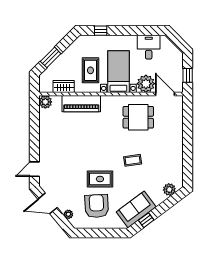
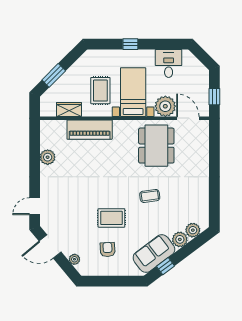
window: (101, 31) -> (130, 44), moved
plant: (45, 102) -> (48, 157), moved
dining table: (138, 117) -> (156, 146), width x1.38
plant: (158, 197) -> (180, 239), added
armchair: (97, 206) -> (108, 249), width x0.53, depth x0.53

